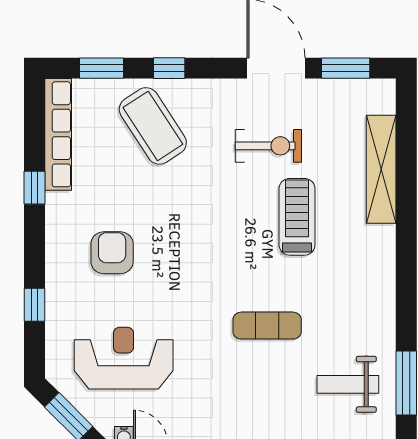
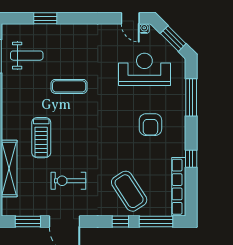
window: (102, 68) -> (156, 222), width x1.44
treadmill: (297, 217) -> (41, 138), moved
window: (35, 305) -> (191, 97), width x2.17
reception desk: (124, 358) -> (144, 69), turned 180

